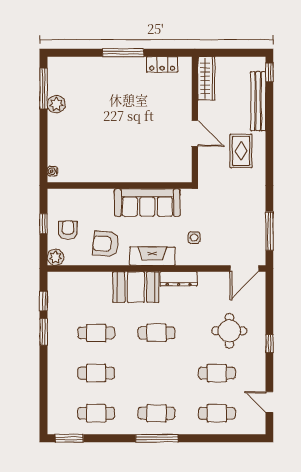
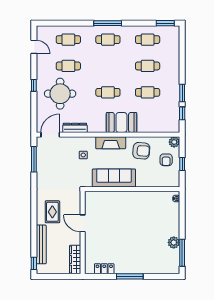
dresser: (179, 279) -> (75, 128), moved
round table: (229, 331) -> (60, 94), width x1.36, depth x1.36

